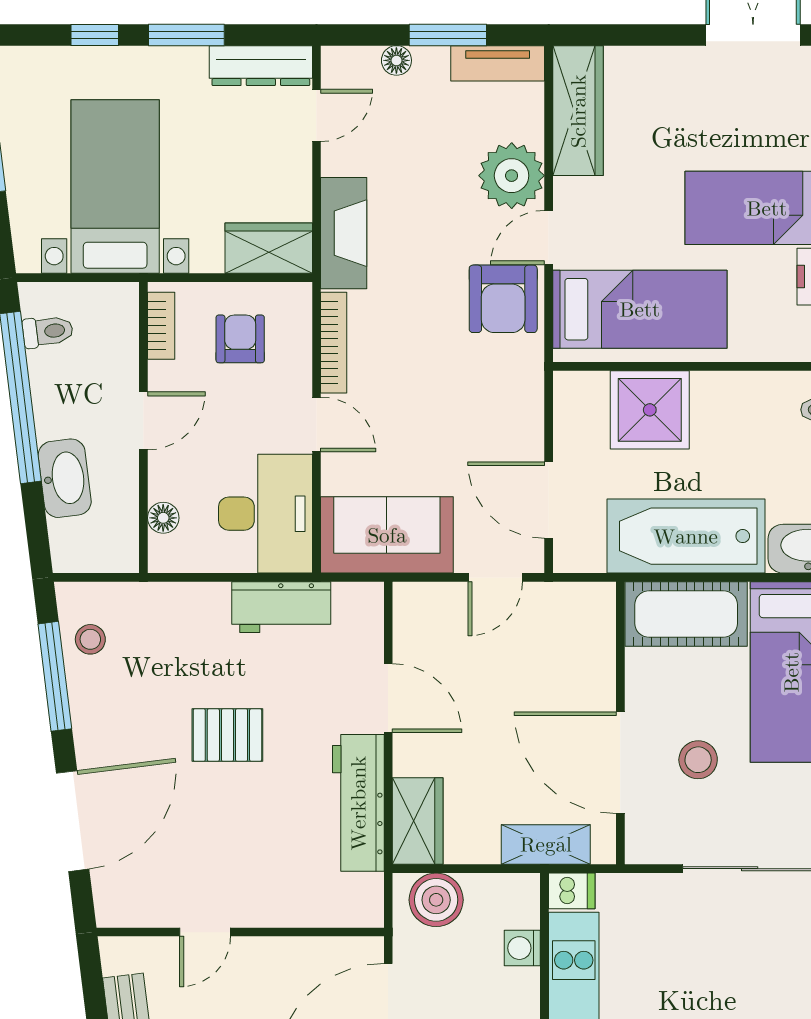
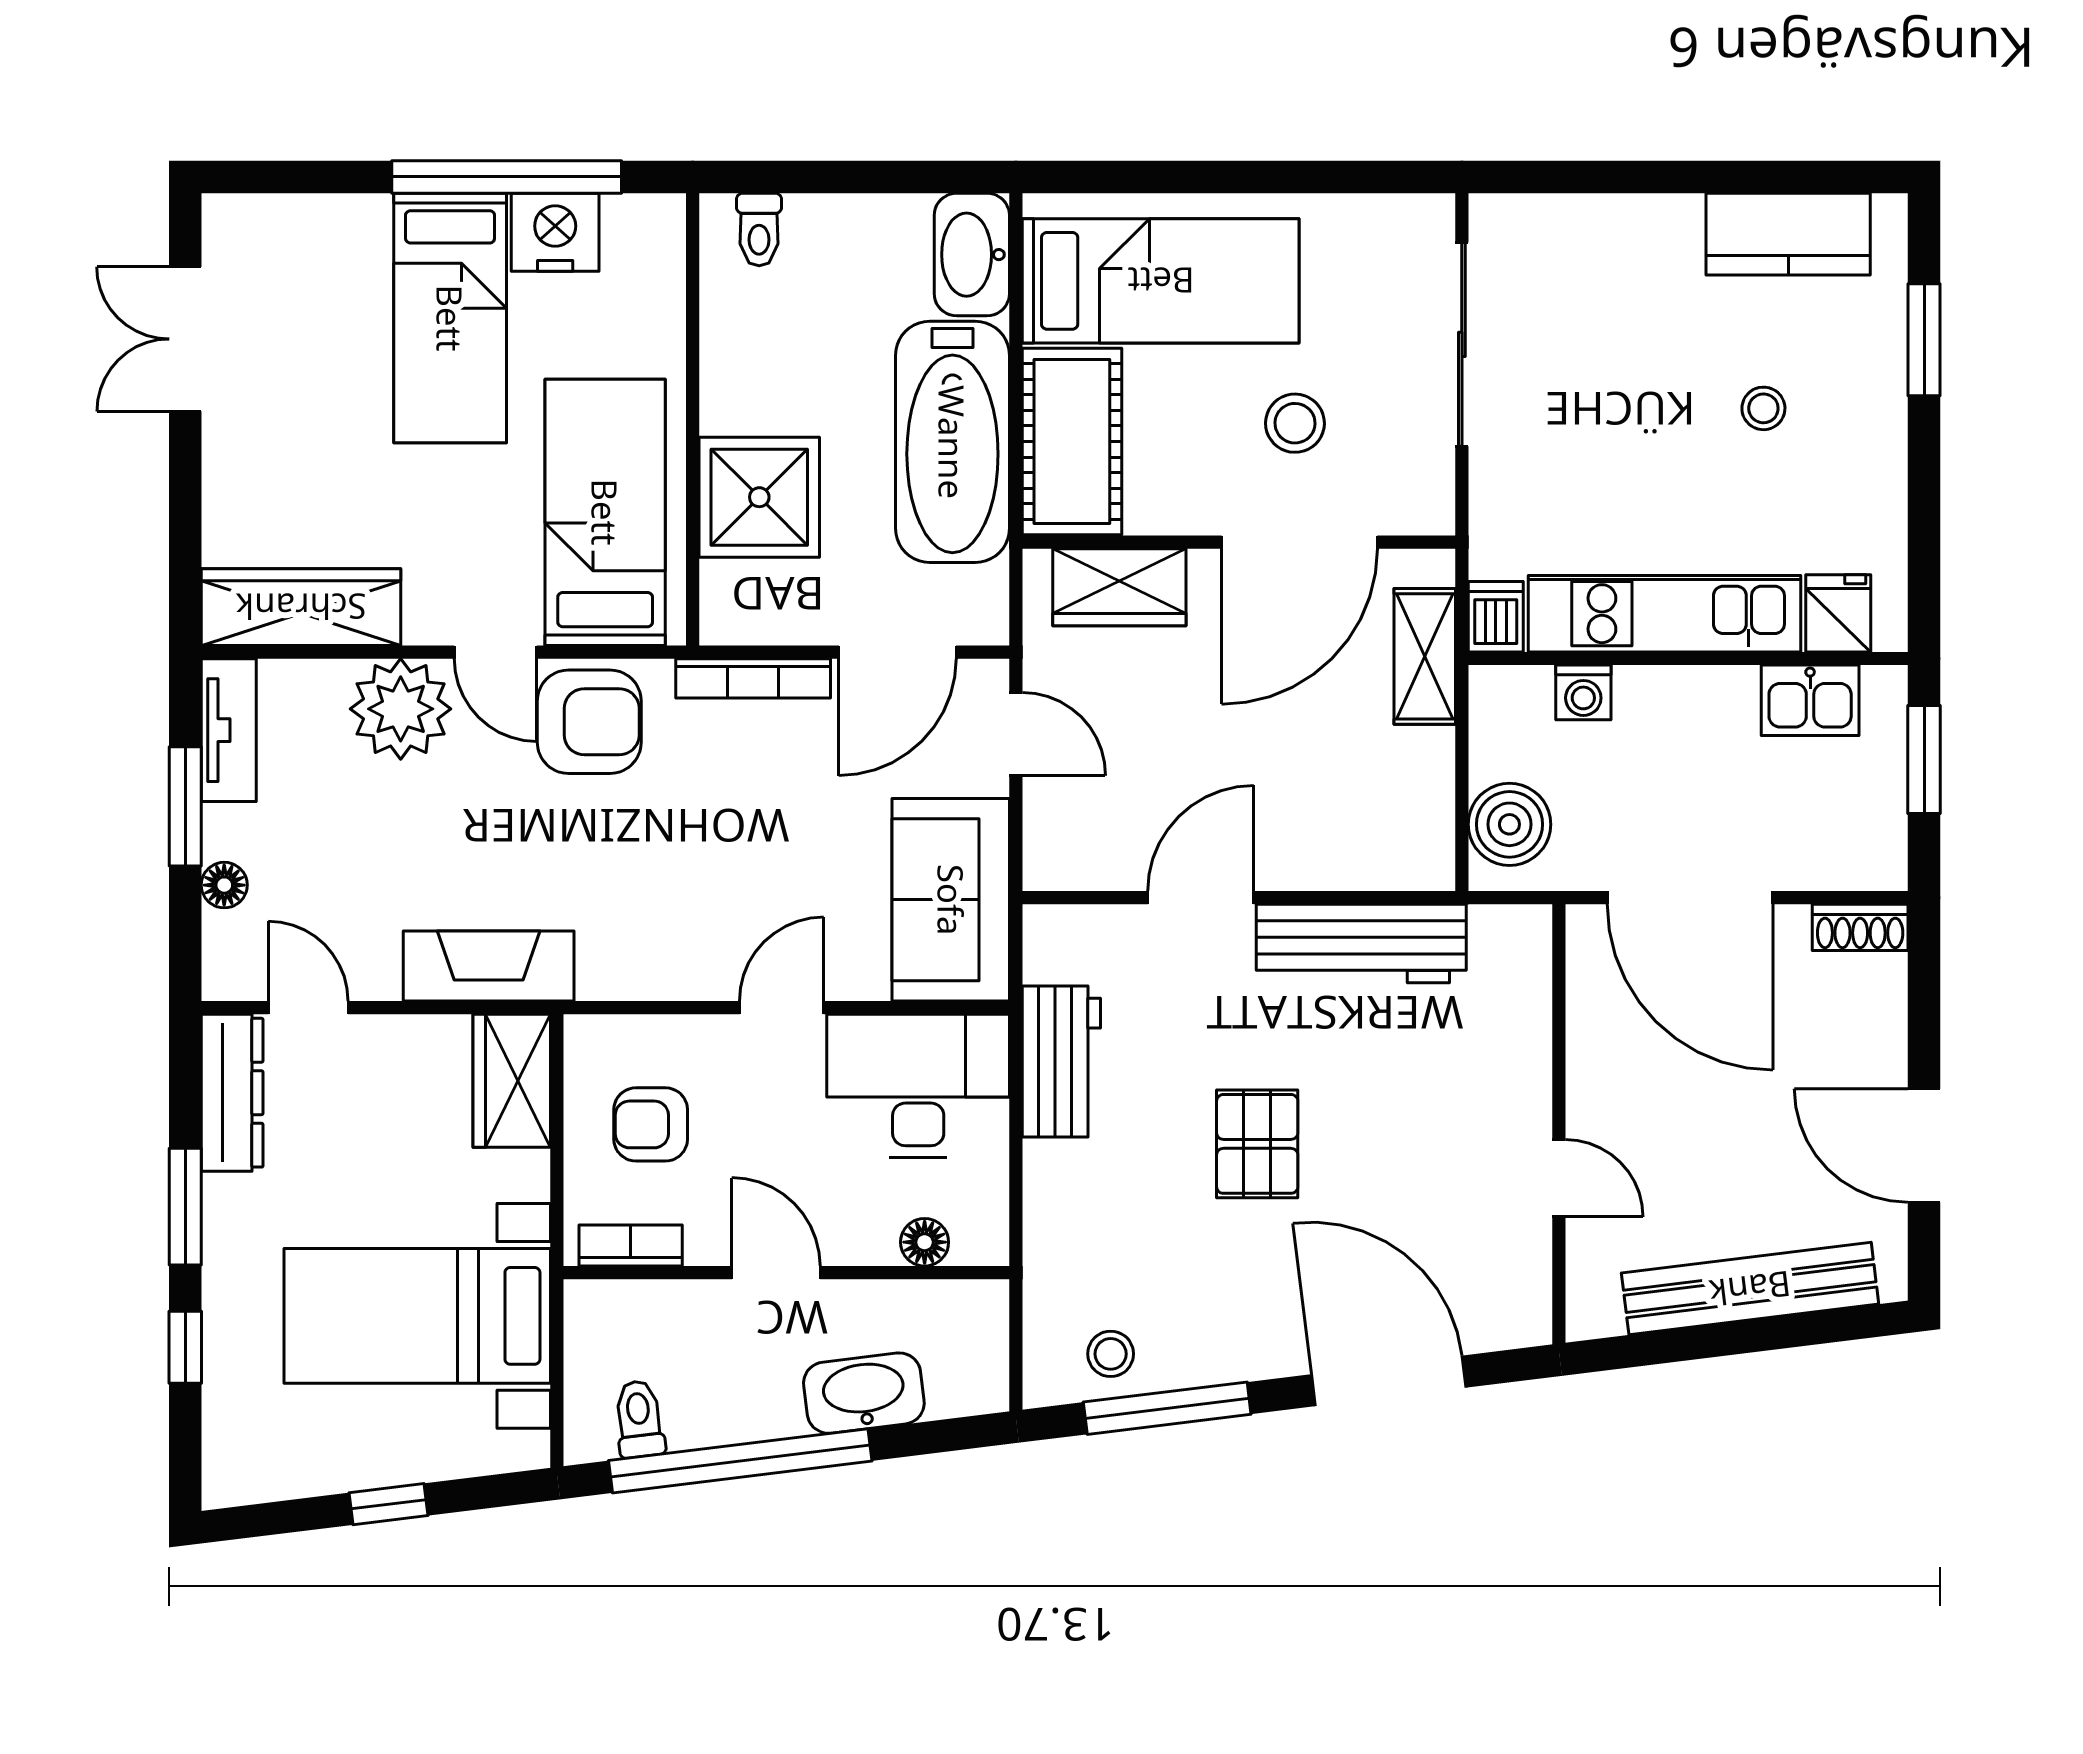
bookcase: (334, 343) -> (753, 678), moved, turned 180
wardrobe: (418, 821) -> (1119, 587), moved, turned 180

